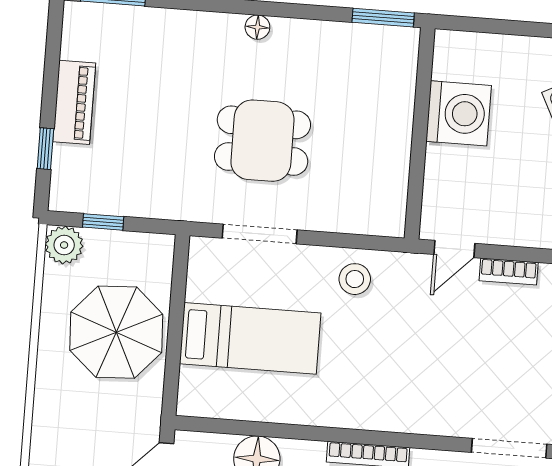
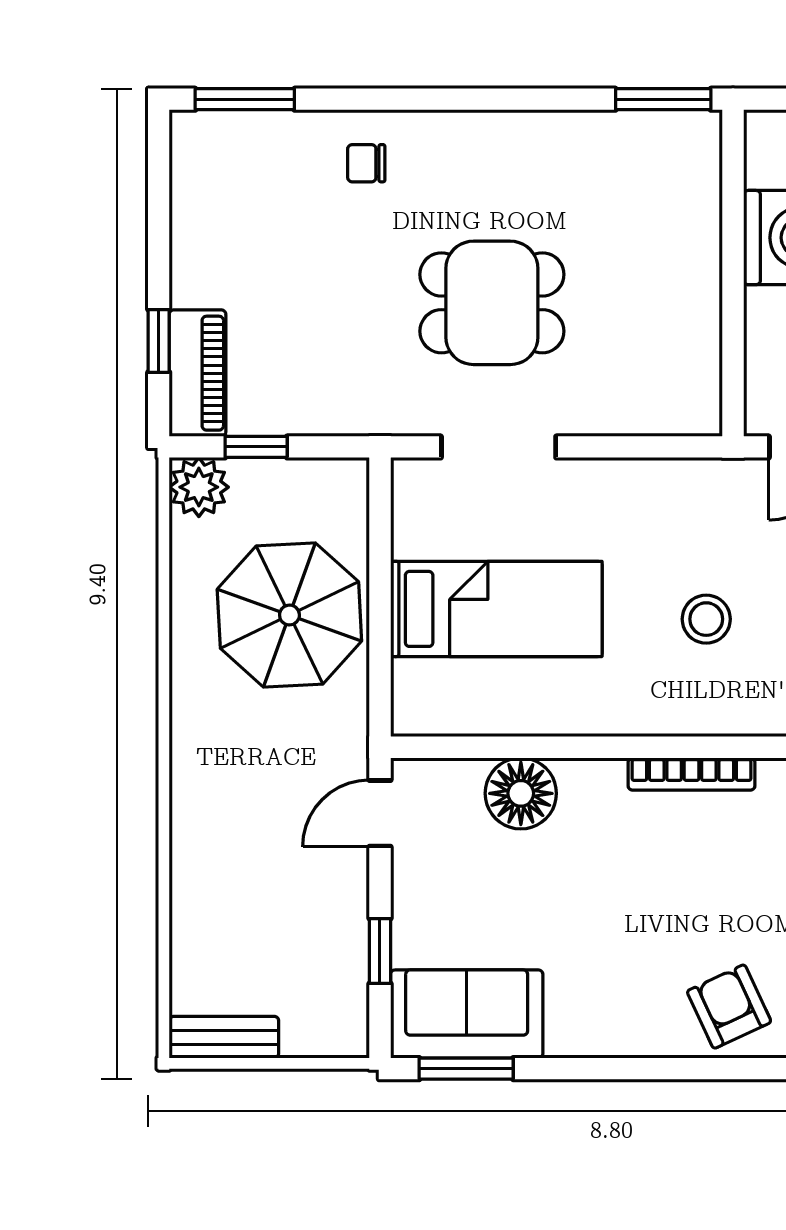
floor lamp: (257, 27) -> (471, 129), removed
chair: (188, 44) -> (366, 163), added
piano: (74, 102) -> (197, 373), moved
stool: (355, 279) -> (706, 619), moved

